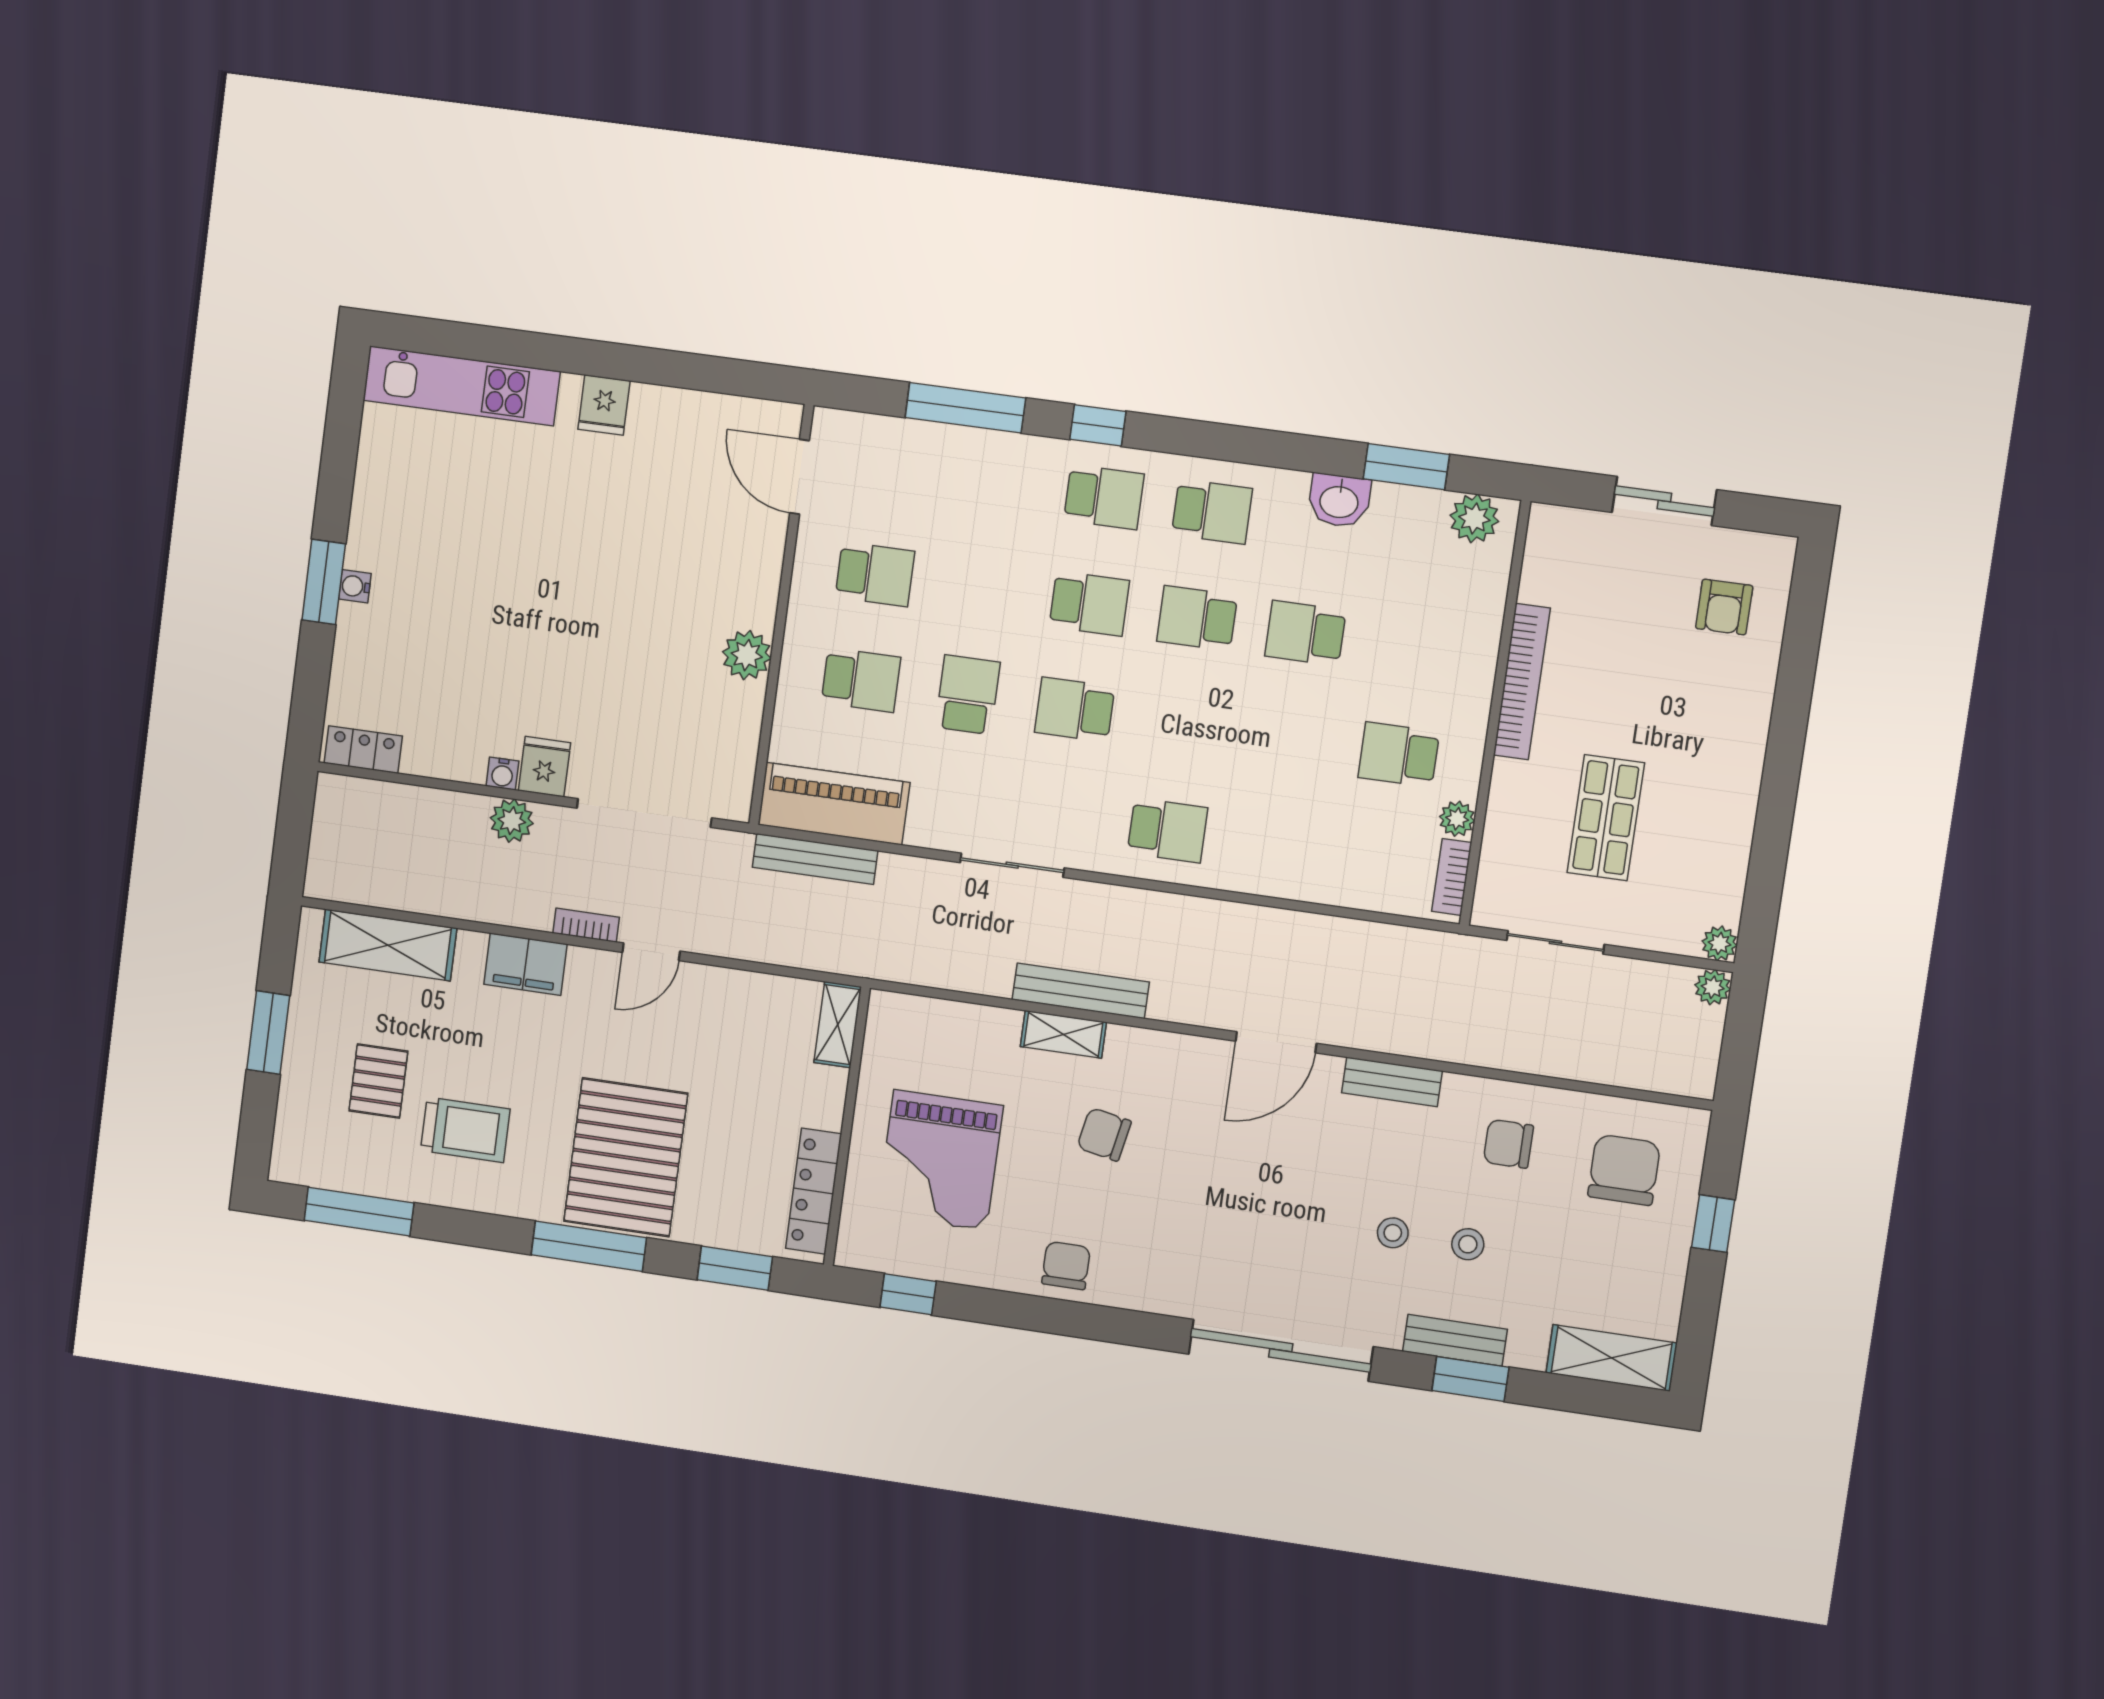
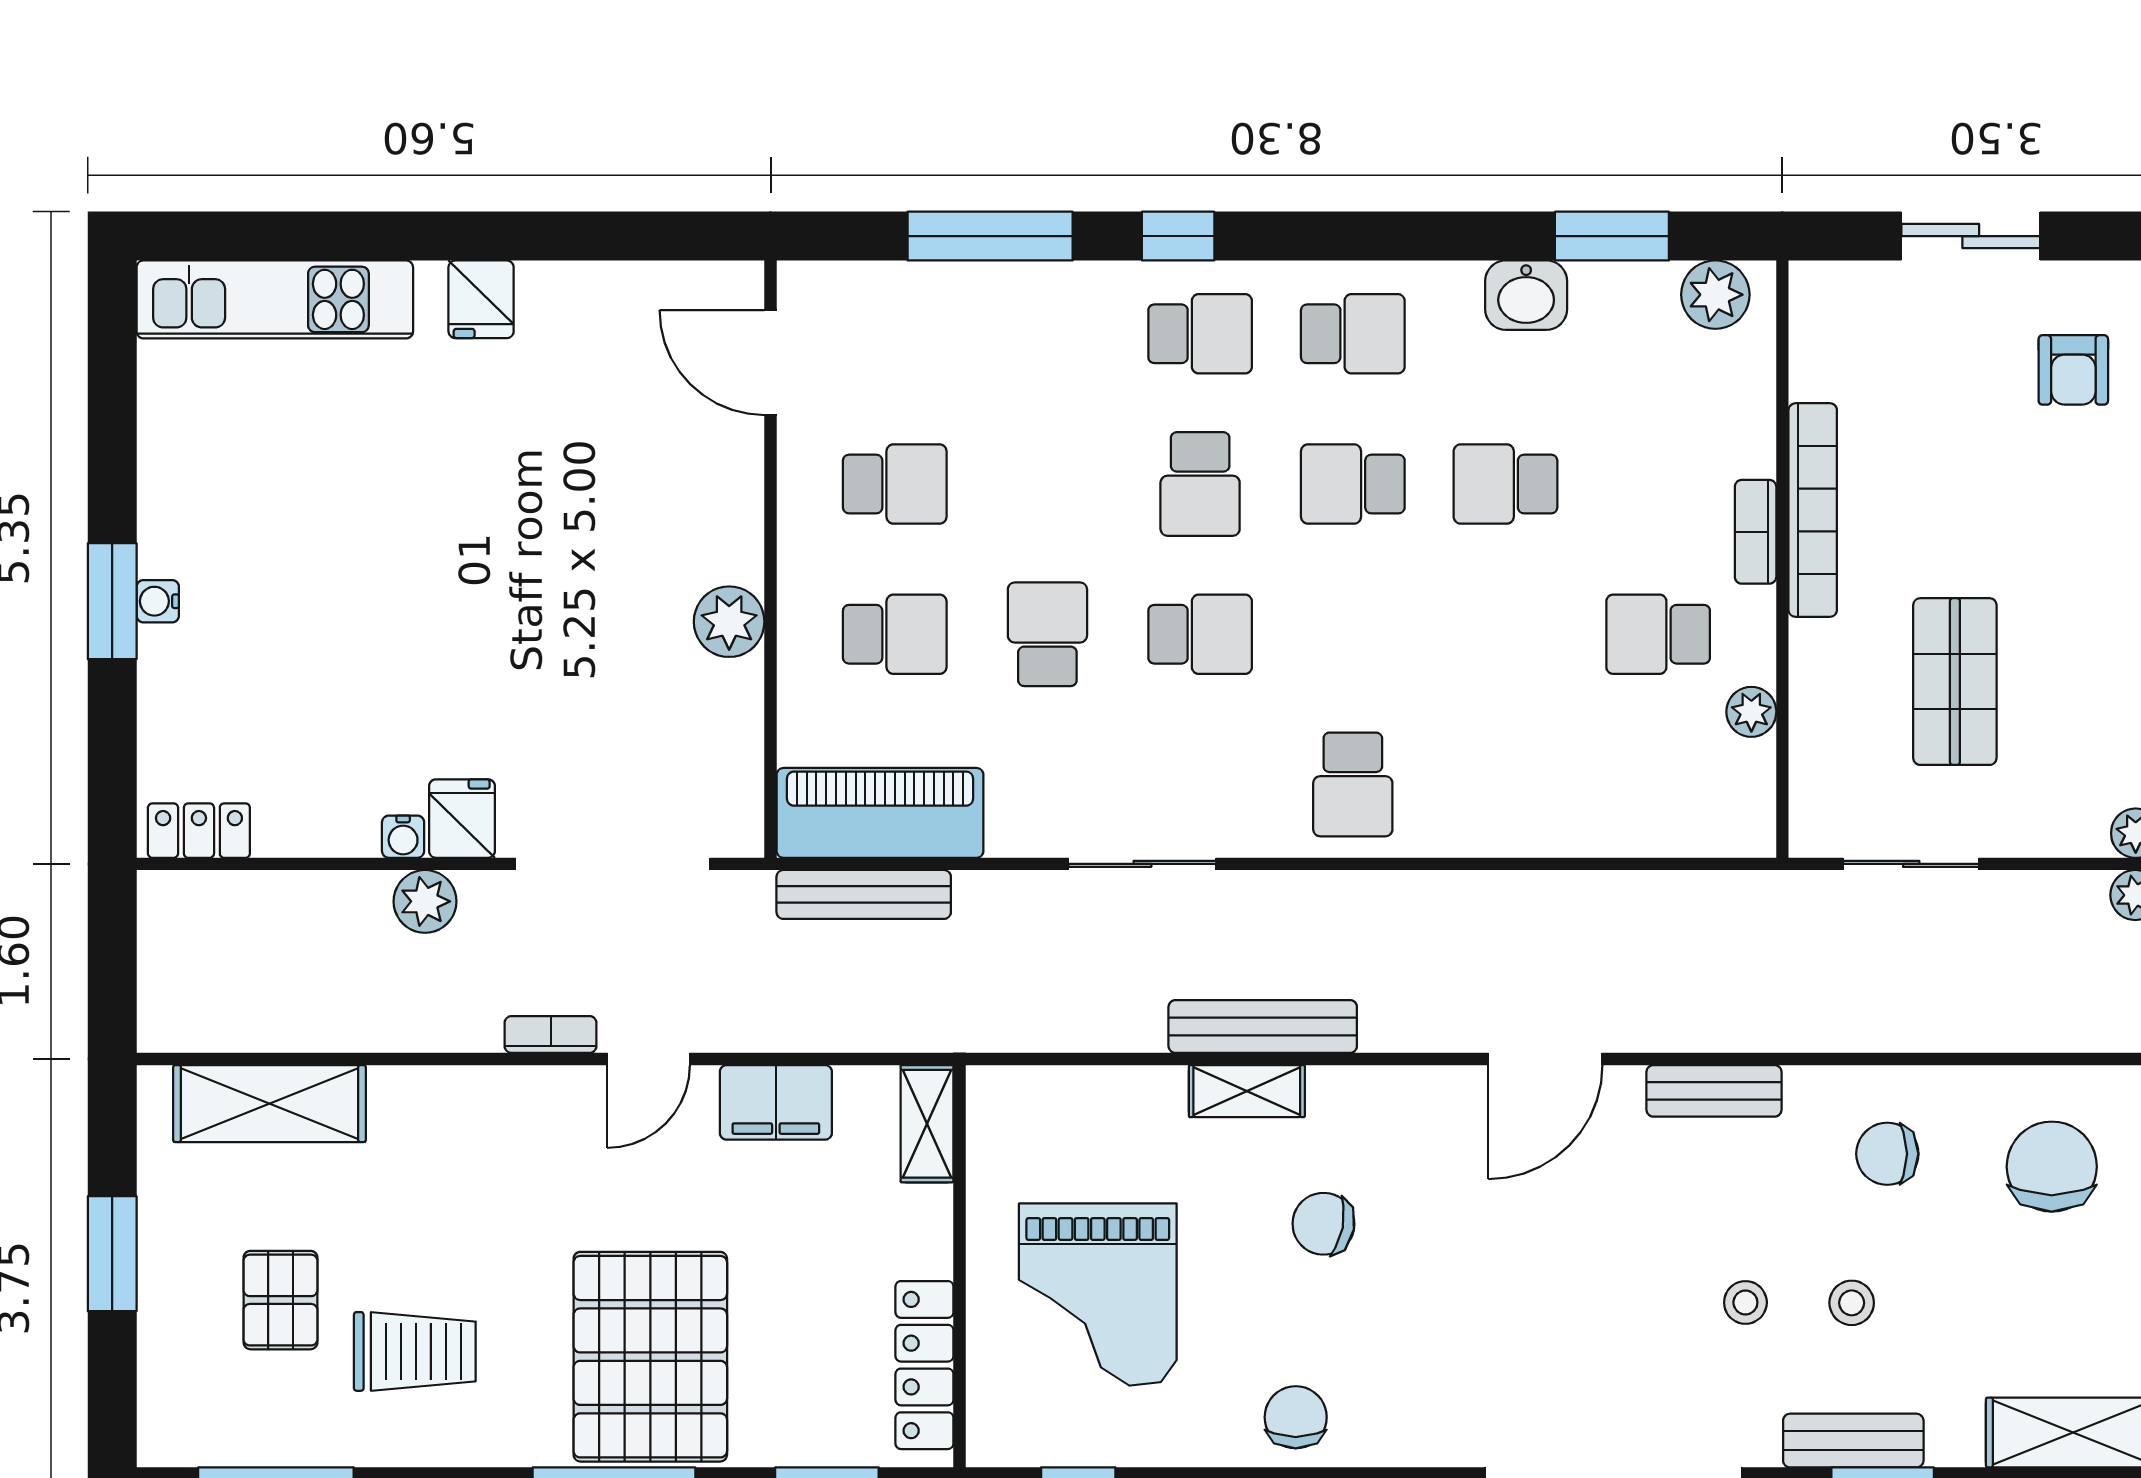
school desk: (1089, 604) -> (1200, 484), turned 90
school desk: (1075, 710) -> (1200, 634), turned 180
school desk: (1167, 830) -> (1353, 784), turned 90
bookcase: (1452, 877) -> (1756, 532), moved
filing cabinet: (525, 964) -> (776, 1102), moved

